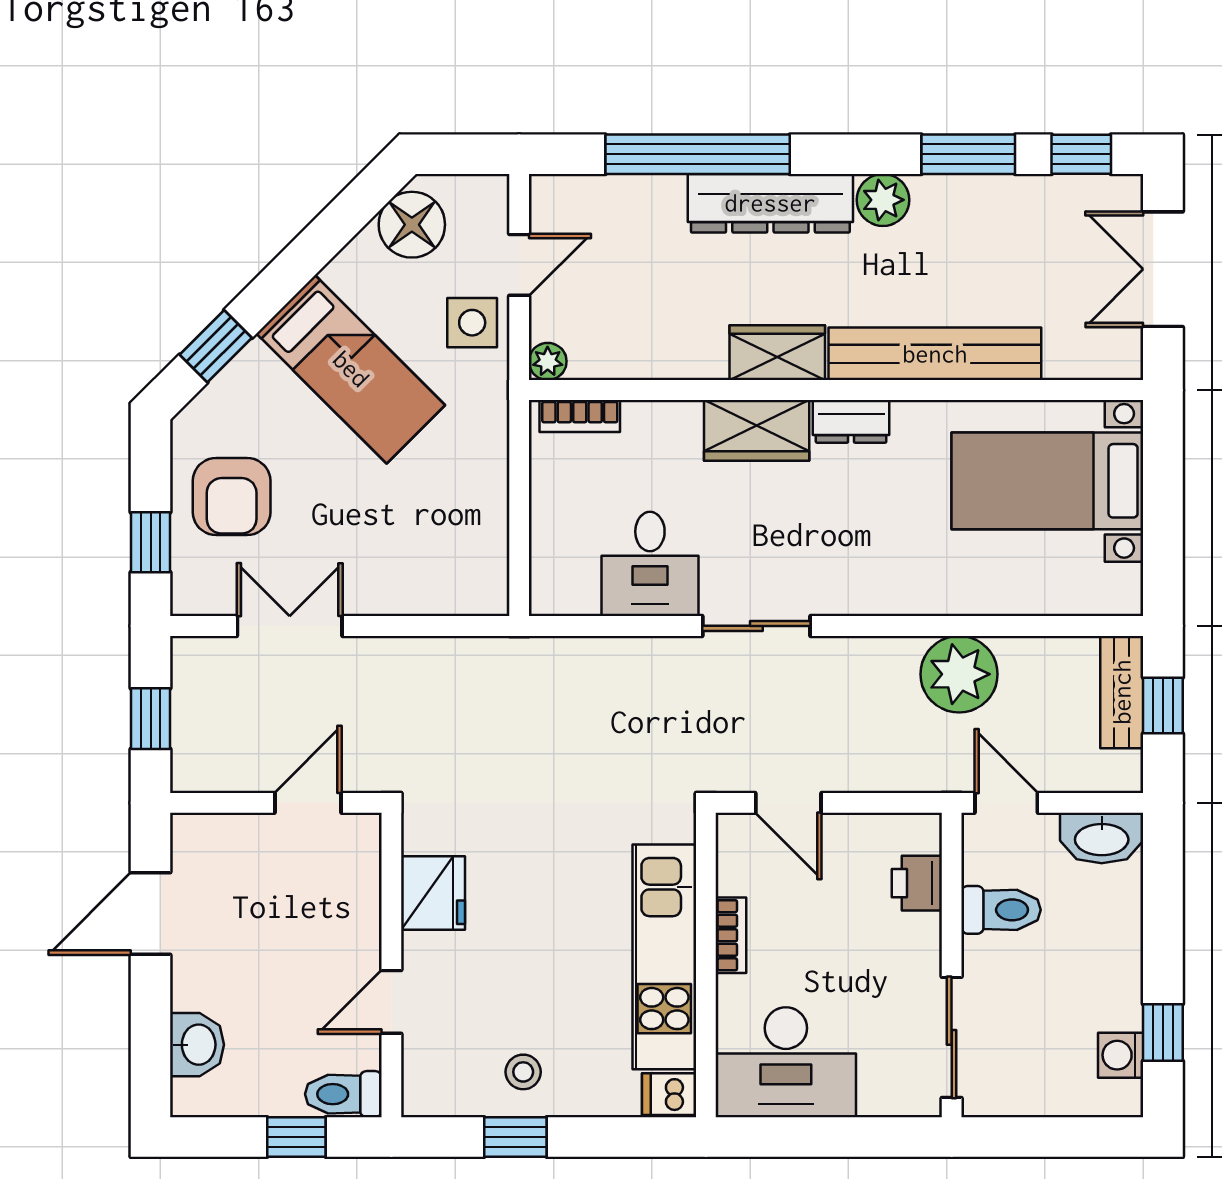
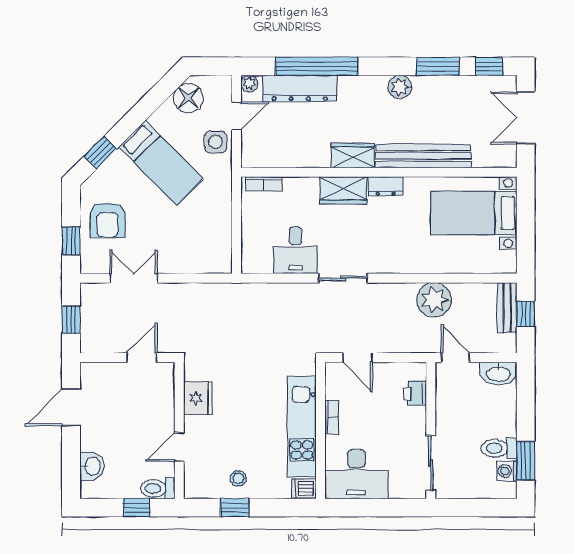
dresser: (770, 203) -> (300, 88), moved
plant: (548, 361) -> (249, 84), moved
toilet: (1001, 910) -> (499, 448), moved, turned 180
window: (1163, 1033) -> (526, 461), width x1.50

